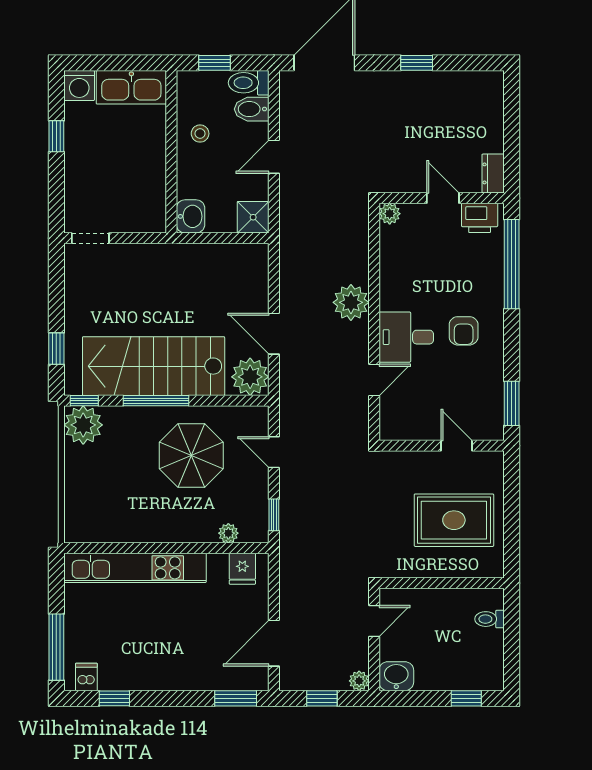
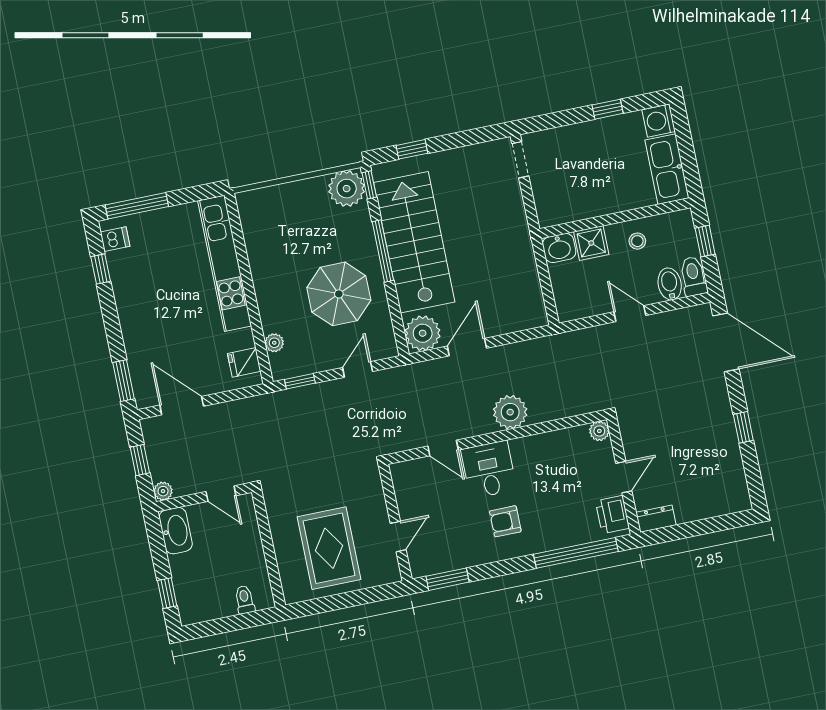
shower: (253, 217) -> (591, 243), moved
washbasin: (396, 676) -> (176, 531), width x1.38

